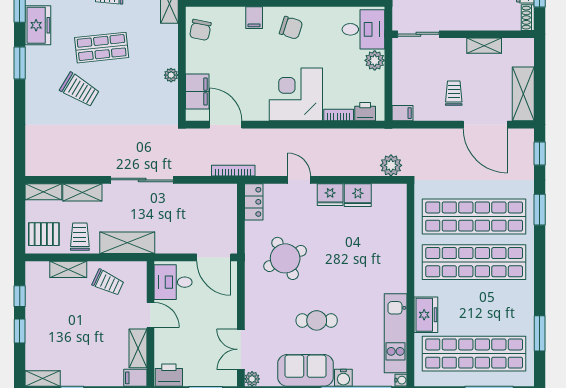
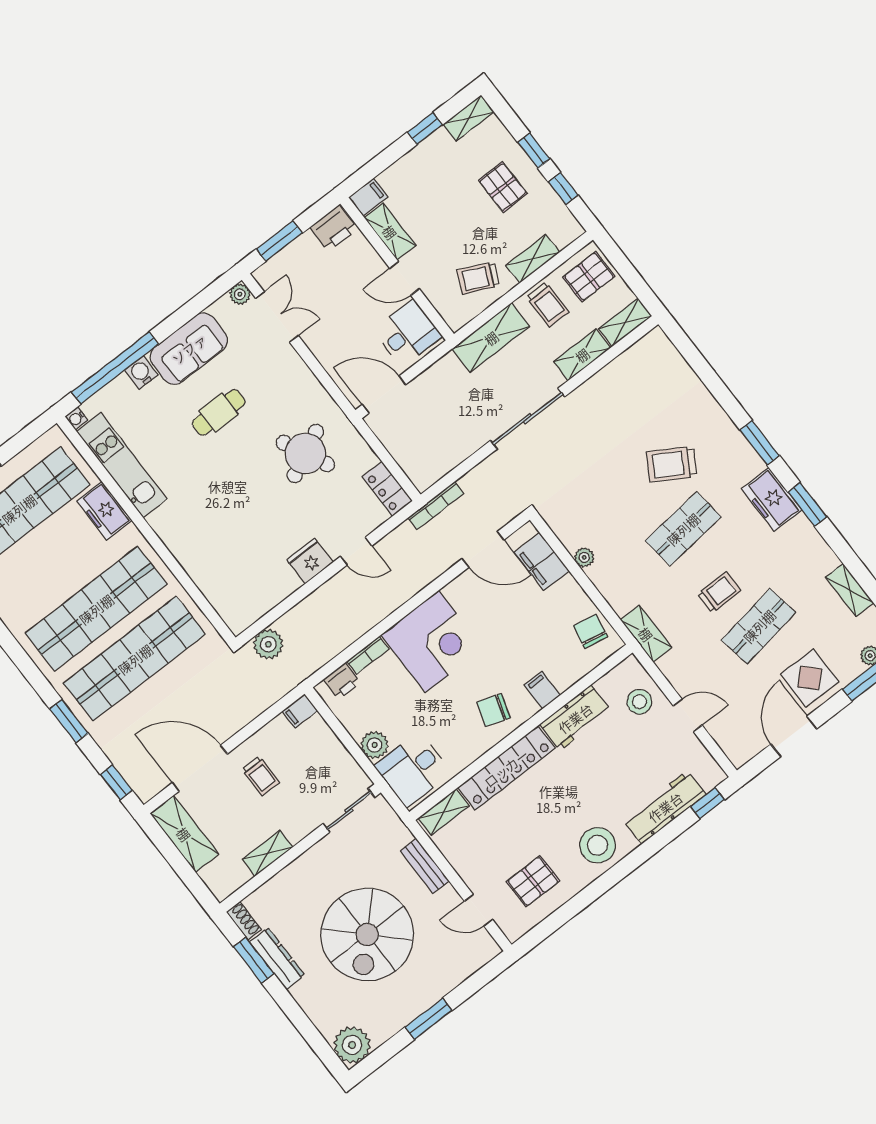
fridge: (358, 195) -> (279, 584), removed
pallet: (54, 324) -> (503, 187), added

